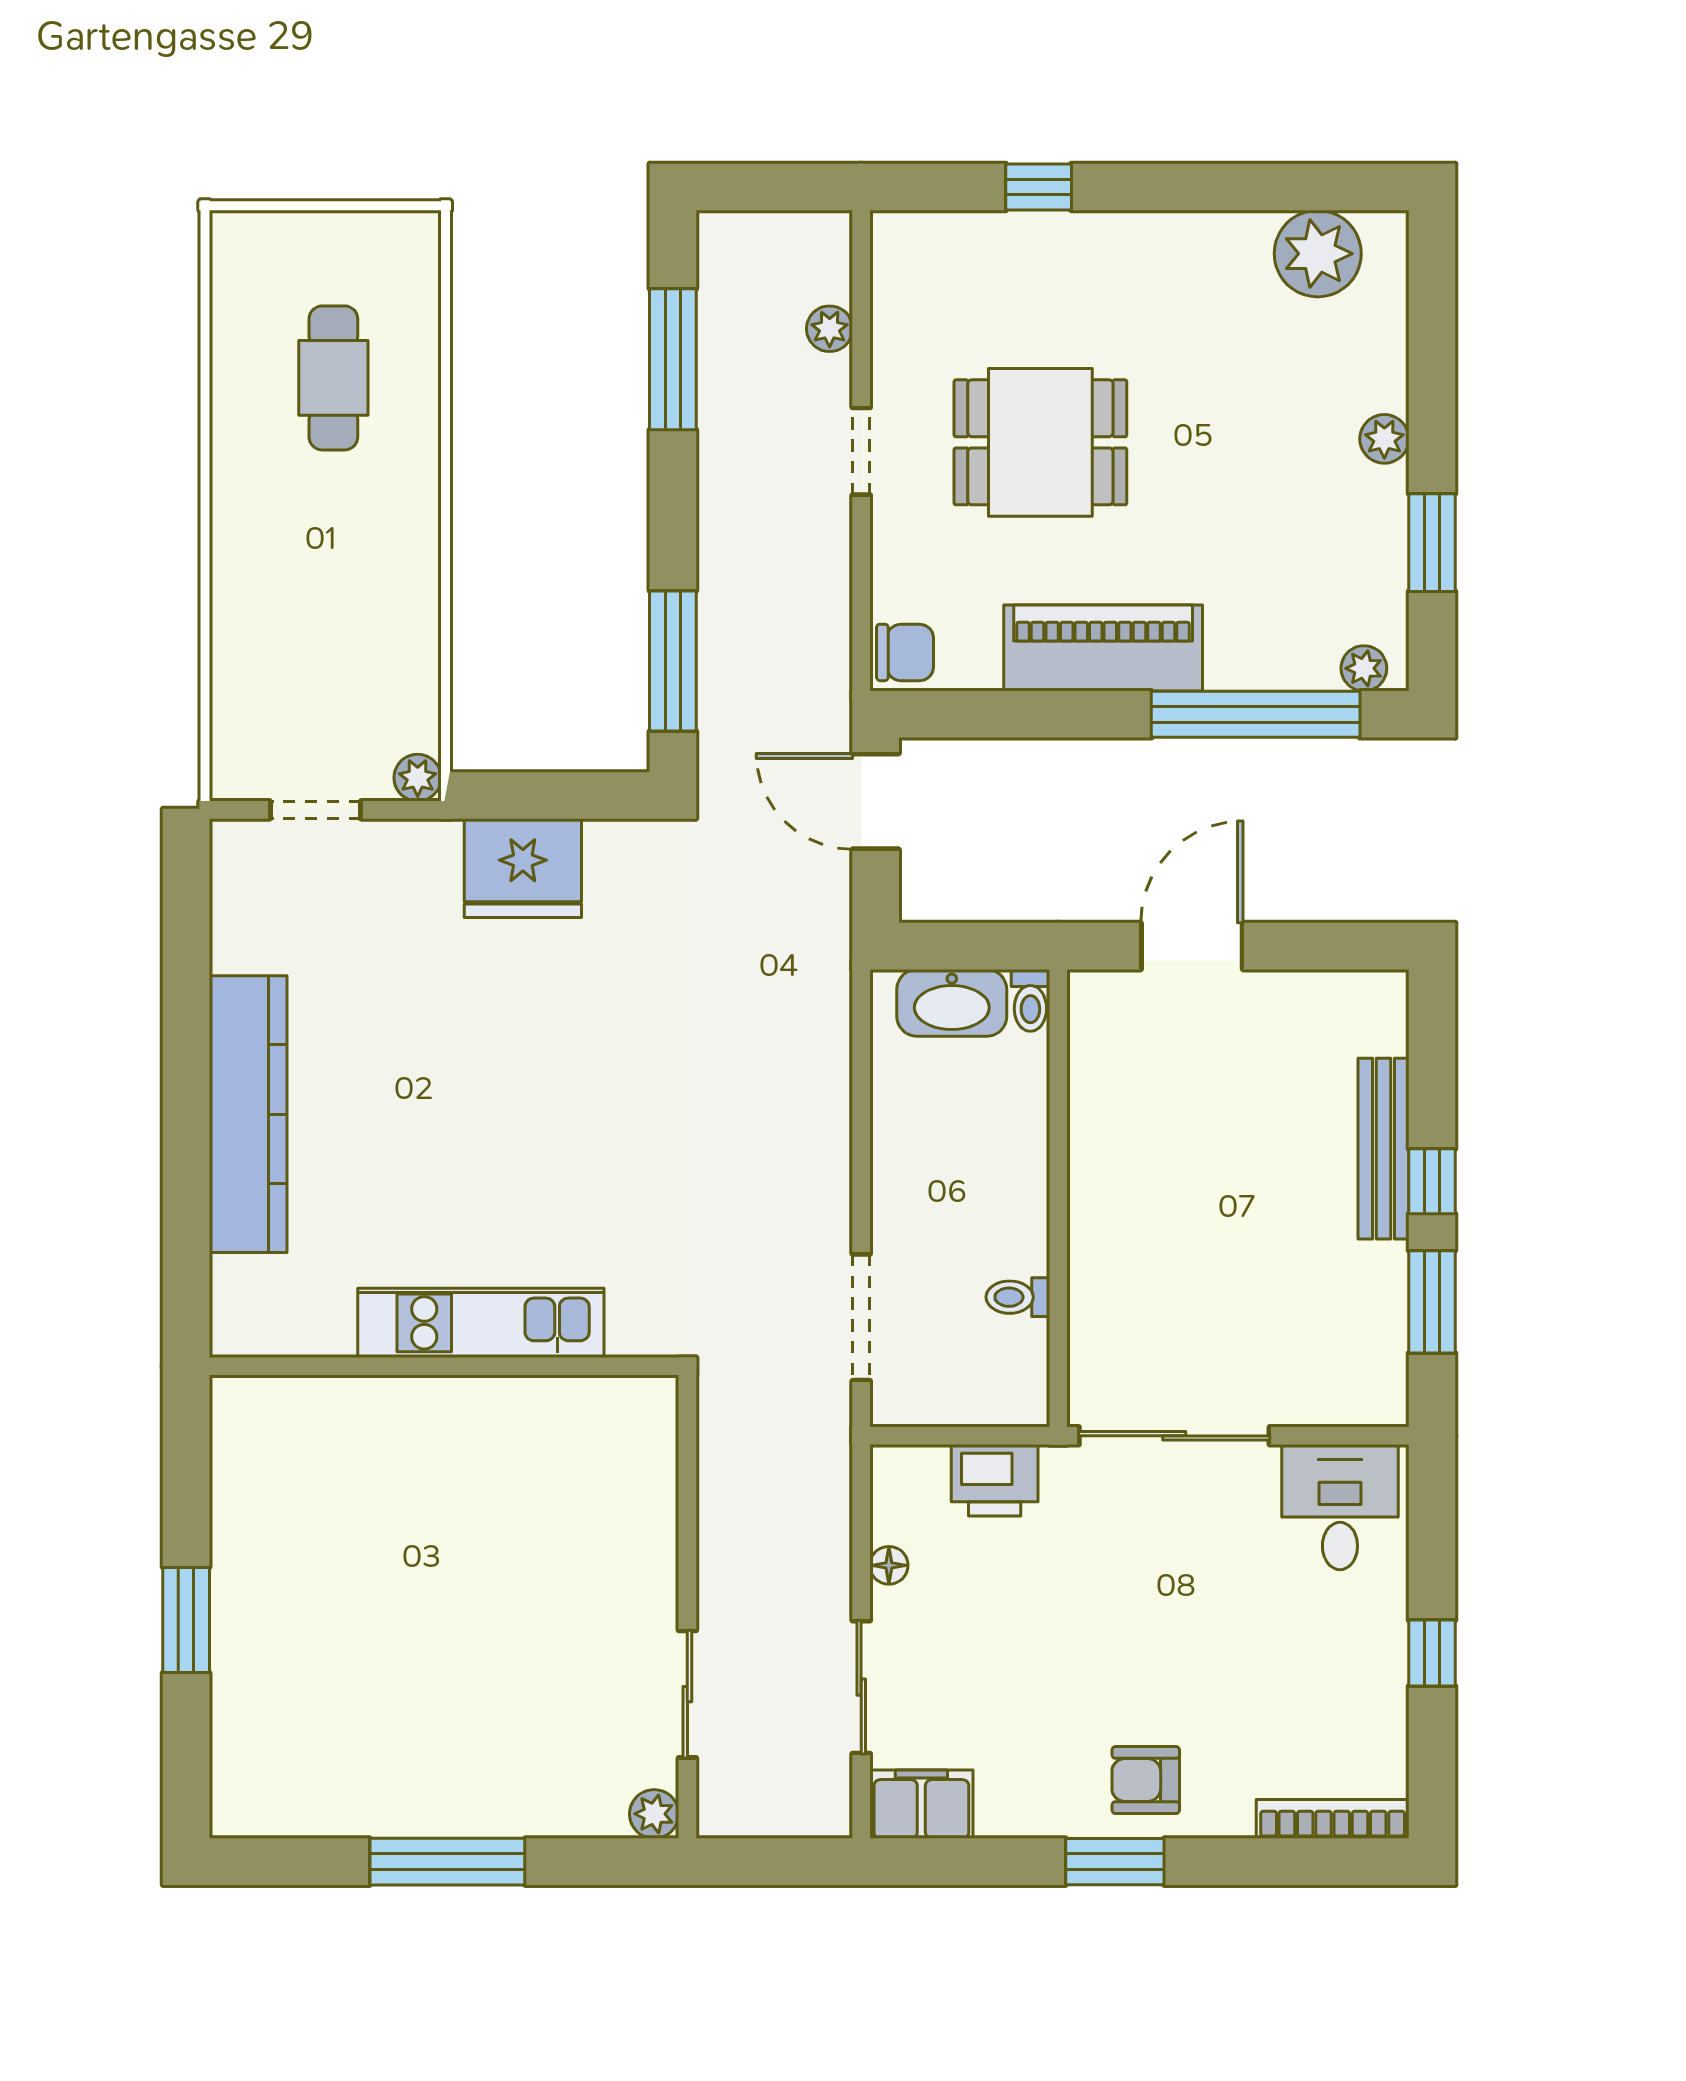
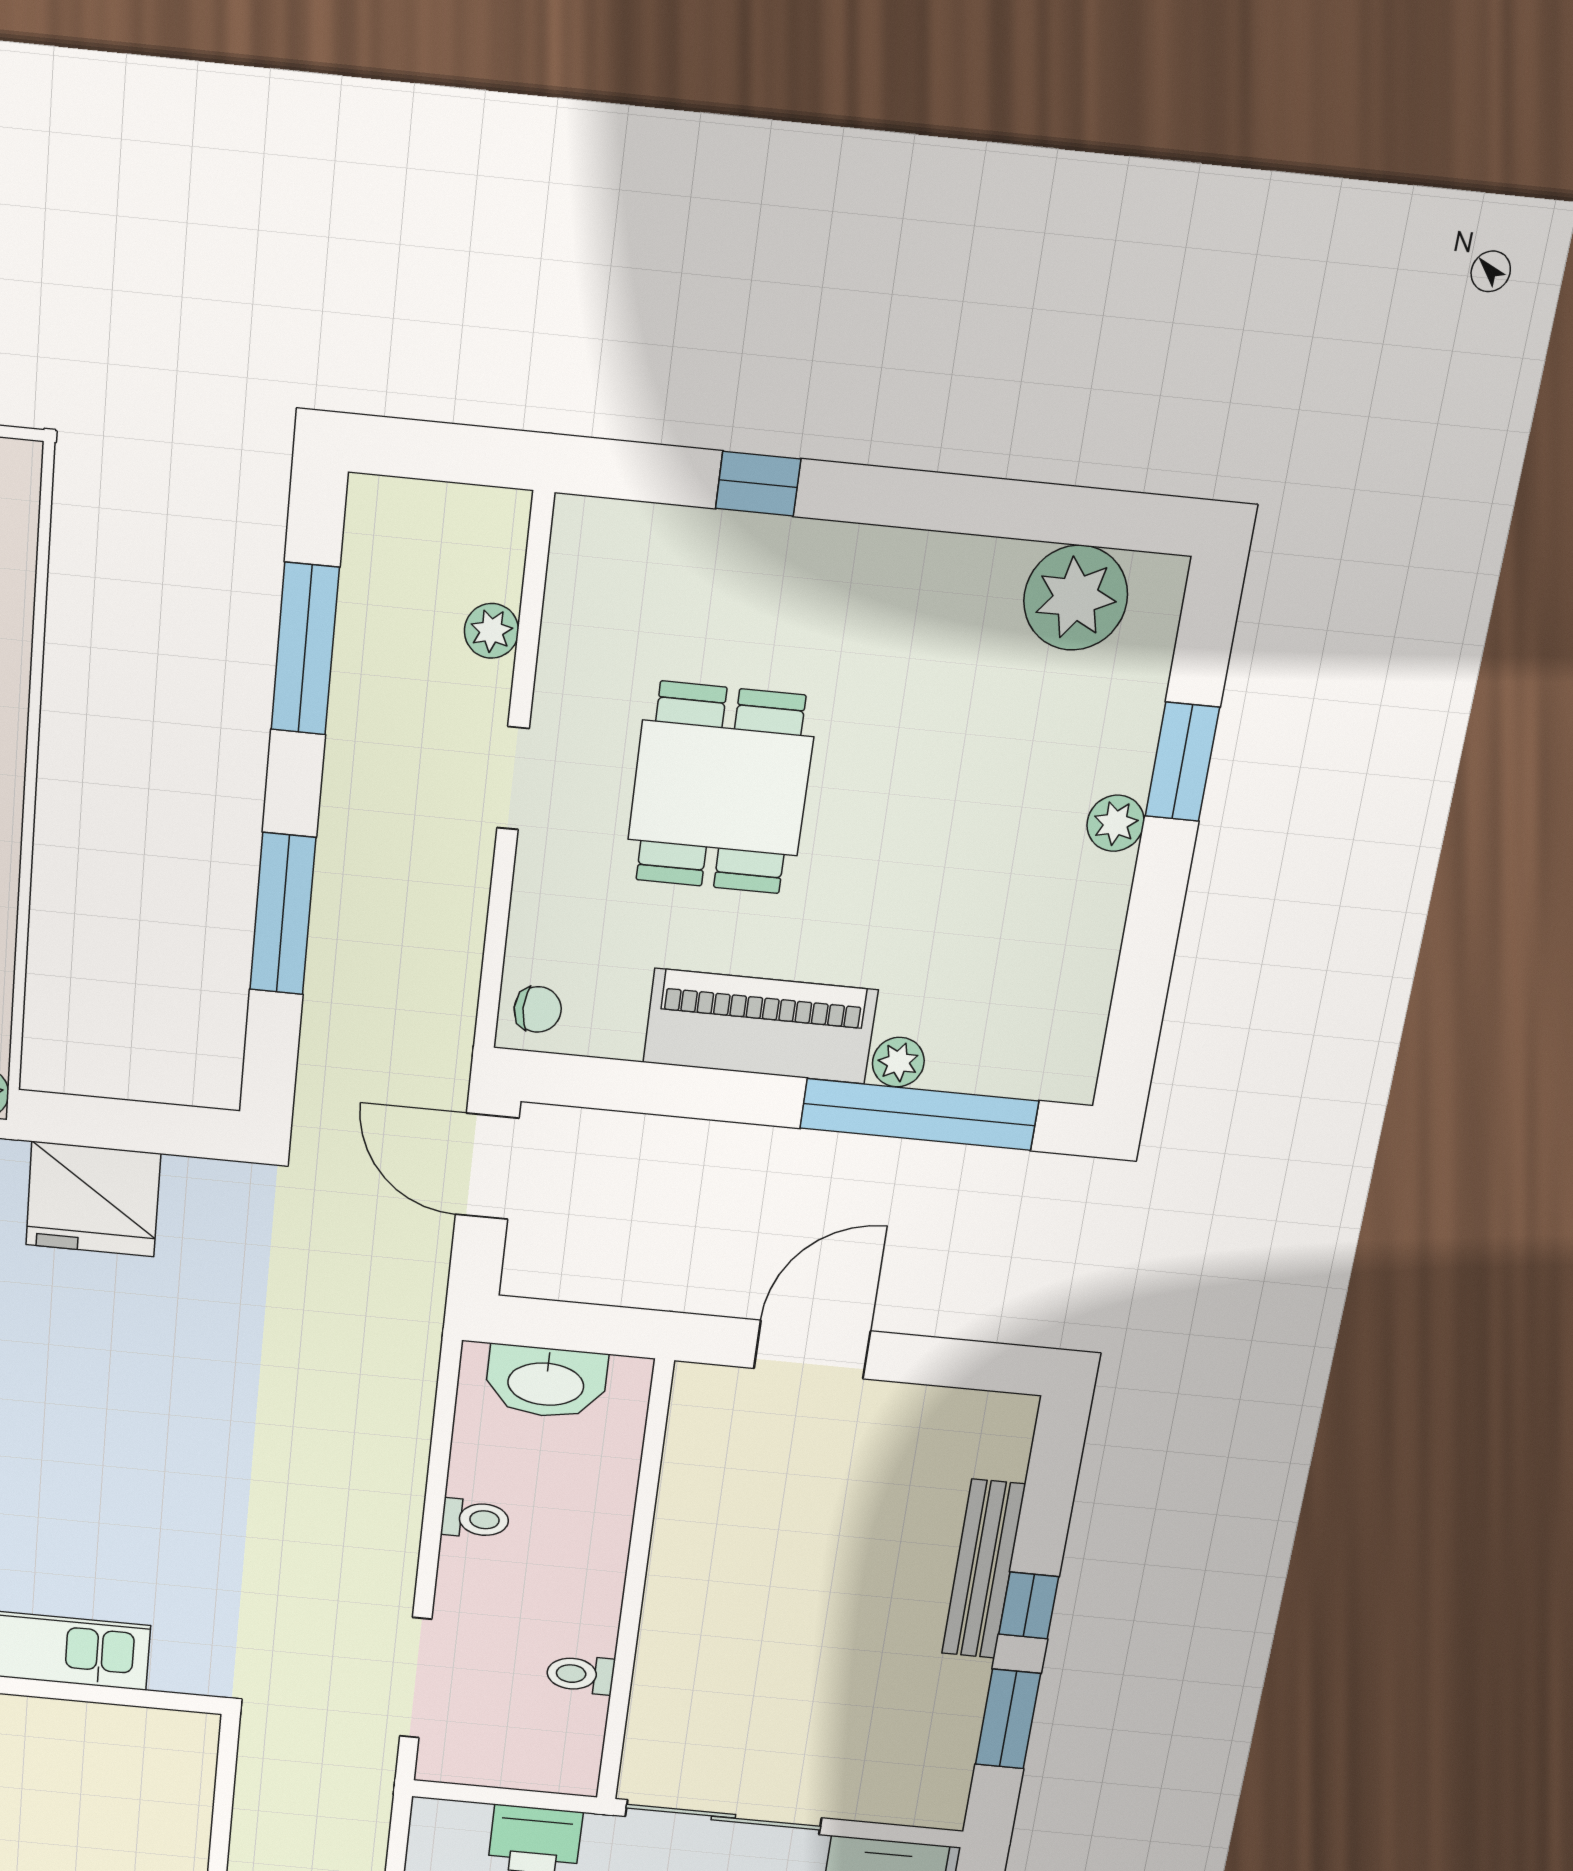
dining table: (1040, 442) -> (720, 788), turned 90
window: (1432, 543) -> (1182, 762), moved
chair: (905, 652) -> (538, 1009), width x0.73, depth x0.73
window: (673, 661) -> (283, 914), moved
plant: (1364, 668) -> (898, 1062), moved
toilet: (1030, 1000) -> (475, 1519), moved, turned -90

